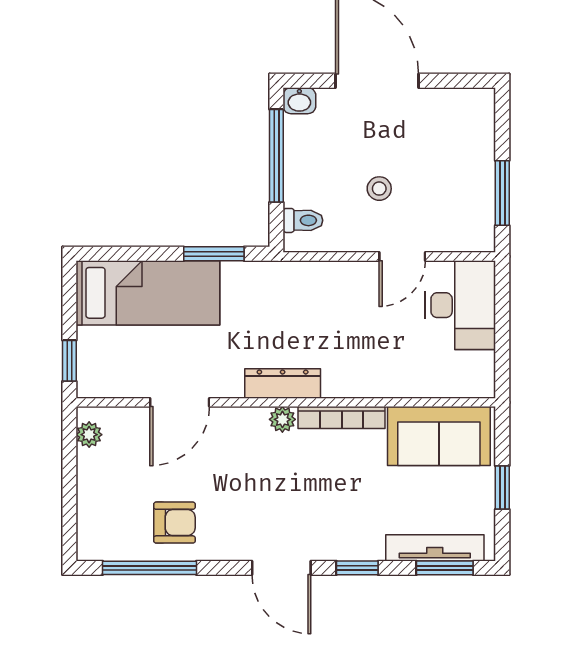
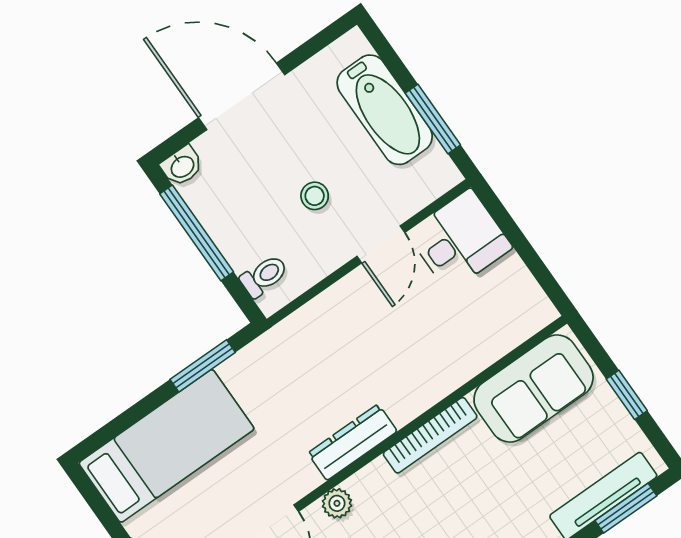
bathtub: (472, 162) -> (385, 110), added
desk: (460, 305) -> (460, 240), width x0.73
plant: (282, 419) -> (337, 503), moved

